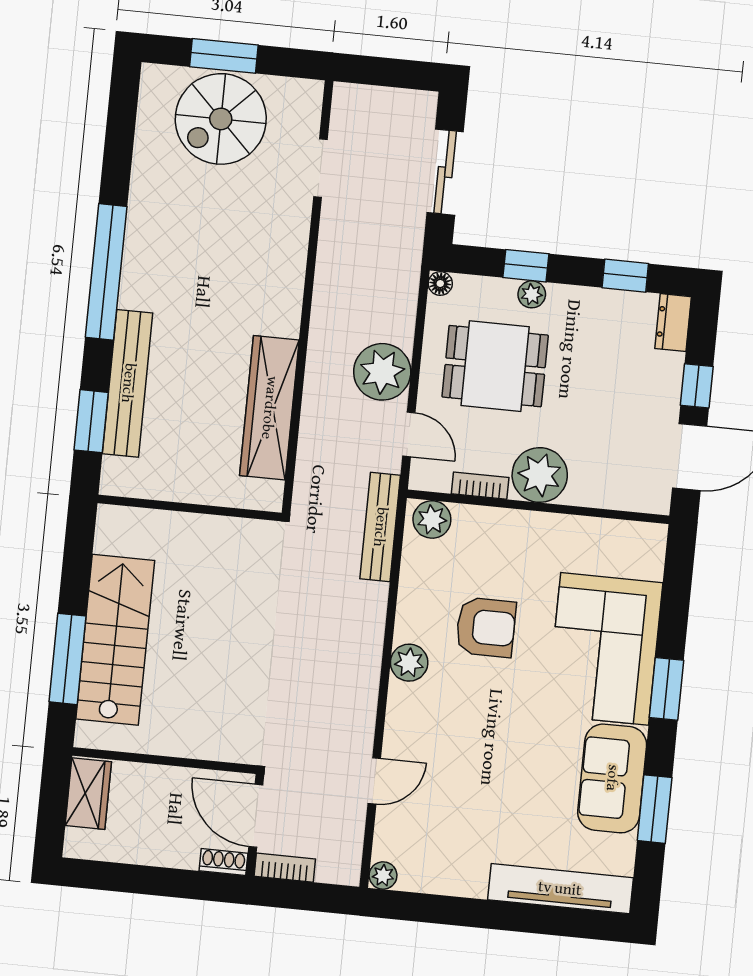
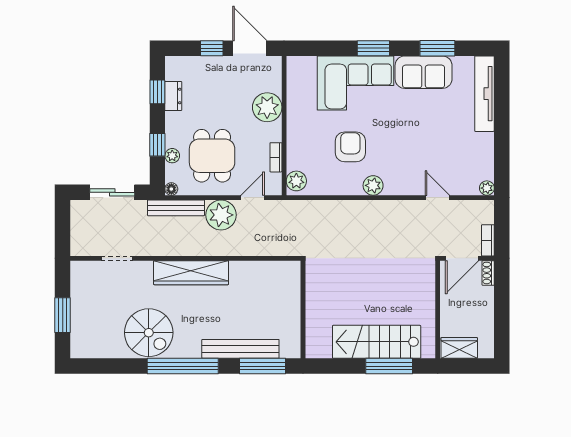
spiral stairs: (221, 119) -> (149, 333), moved
plant: (532, 294) -> (172, 156), moved
dresser: (673, 323) -> (173, 96), moved, turned -90
wardrobe: (269, 408) -> (191, 273), moved
window: (91, 421) -> (262, 366), width x1.44
plant: (540, 475) -> (267, 107), moved
bench: (380, 527) -> (176, 208), moved

